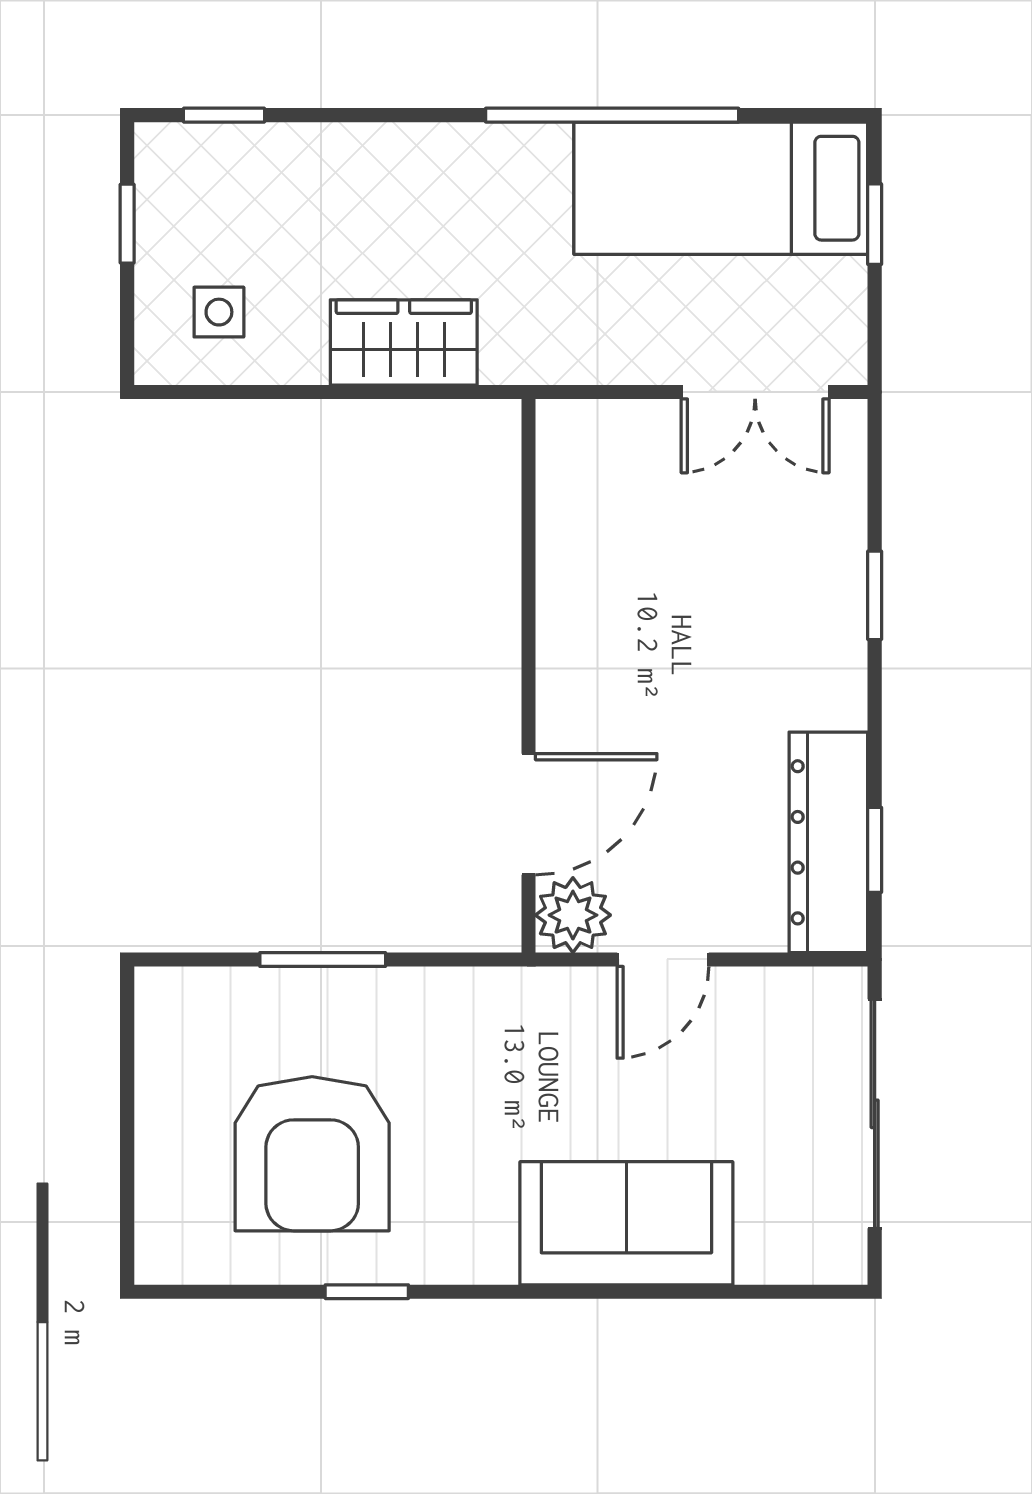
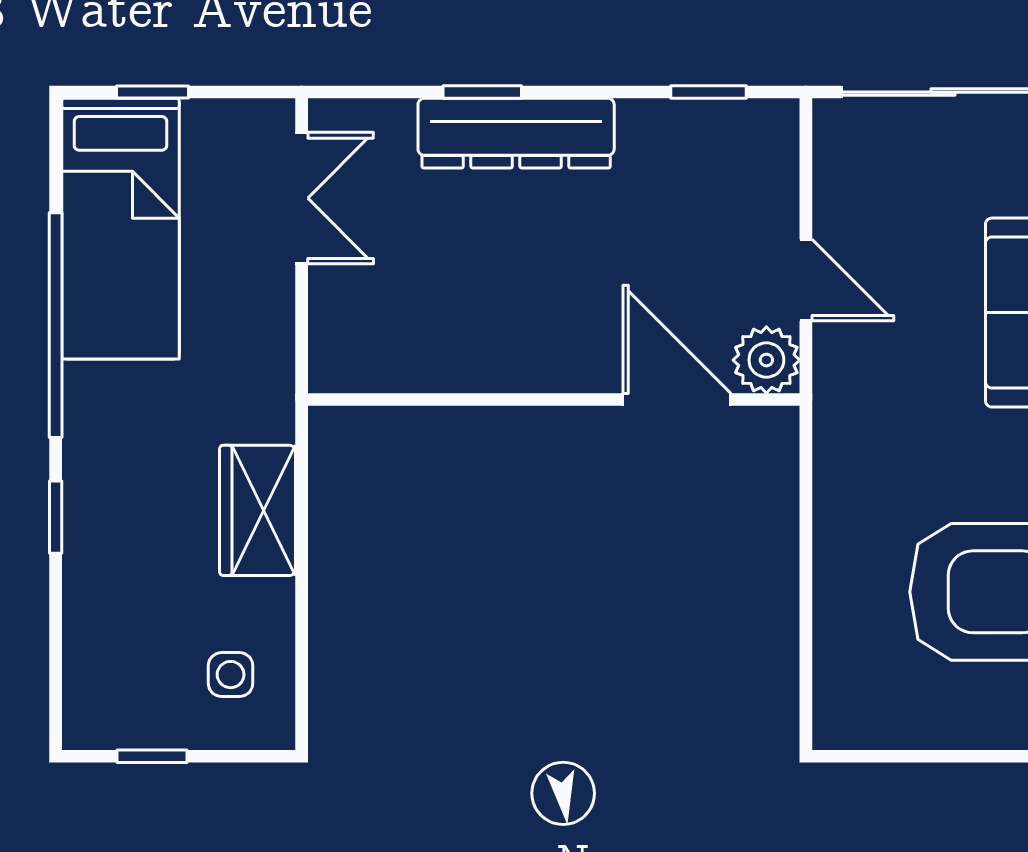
window: (224, 115) -> (56, 517), moved
dresser: (828, 842) -> (516, 133), moved
window: (323, 959) -> (806, 582), removed

